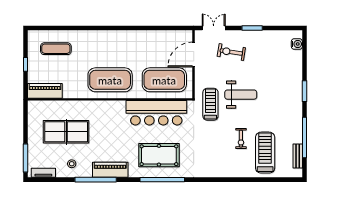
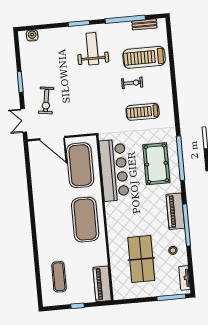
weight bench: (241, 95) -> (92, 49), moved
treadmill: (210, 104) -> (143, 112), moved

